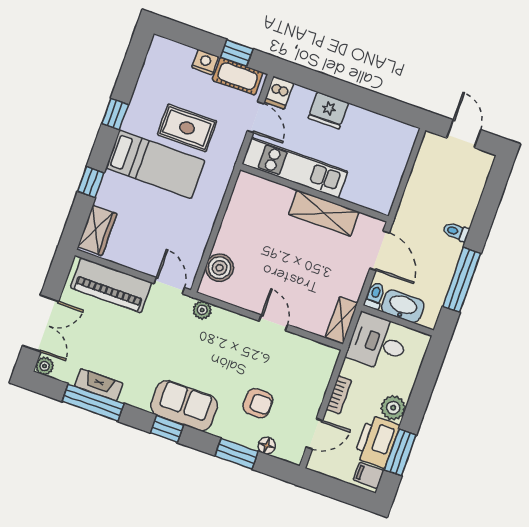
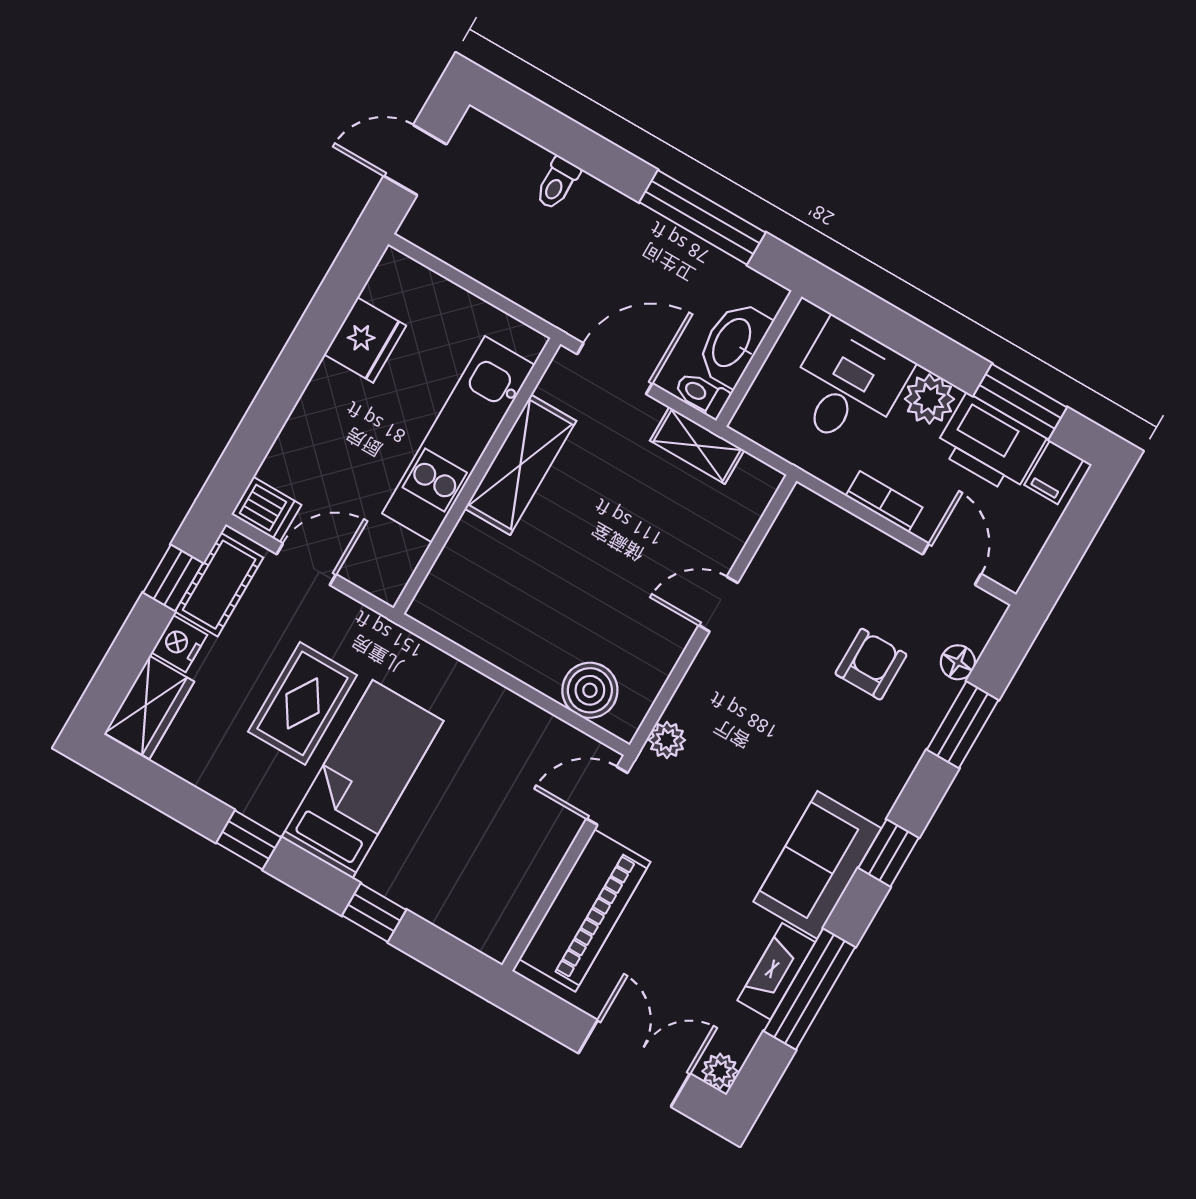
fridge: (328, 110) -> (365, 340), moved
kitchen unit: (295, 168) -> (458, 439), moved
wardrobe: (97, 230) -> (149, 707), moved, turned 90
toilet: (456, 232) -> (557, 183), moved
shelving: (341, 320) -> (697, 445), moved
desk: (378, 343) -> (848, 385), moved, turned 180
sofa: (184, 406) -> (817, 865), moved

